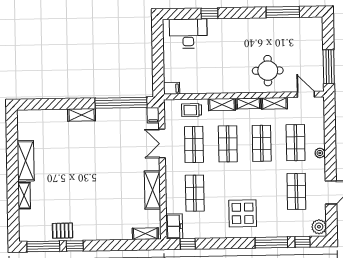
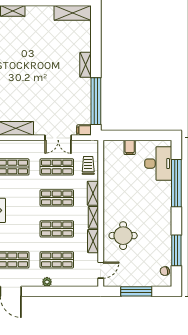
window: (209, 13) -> (176, 183), width x3.17
chair: (306, 24) -> (165, 271), added
window: (329, 67) -> (136, 291), moved
filing cabinet: (172, 88) -> (130, 147), moved
double door: (162, 143) -> (58, 138), swing flipped
shelving: (26, 161) -> (73, 13), moved

